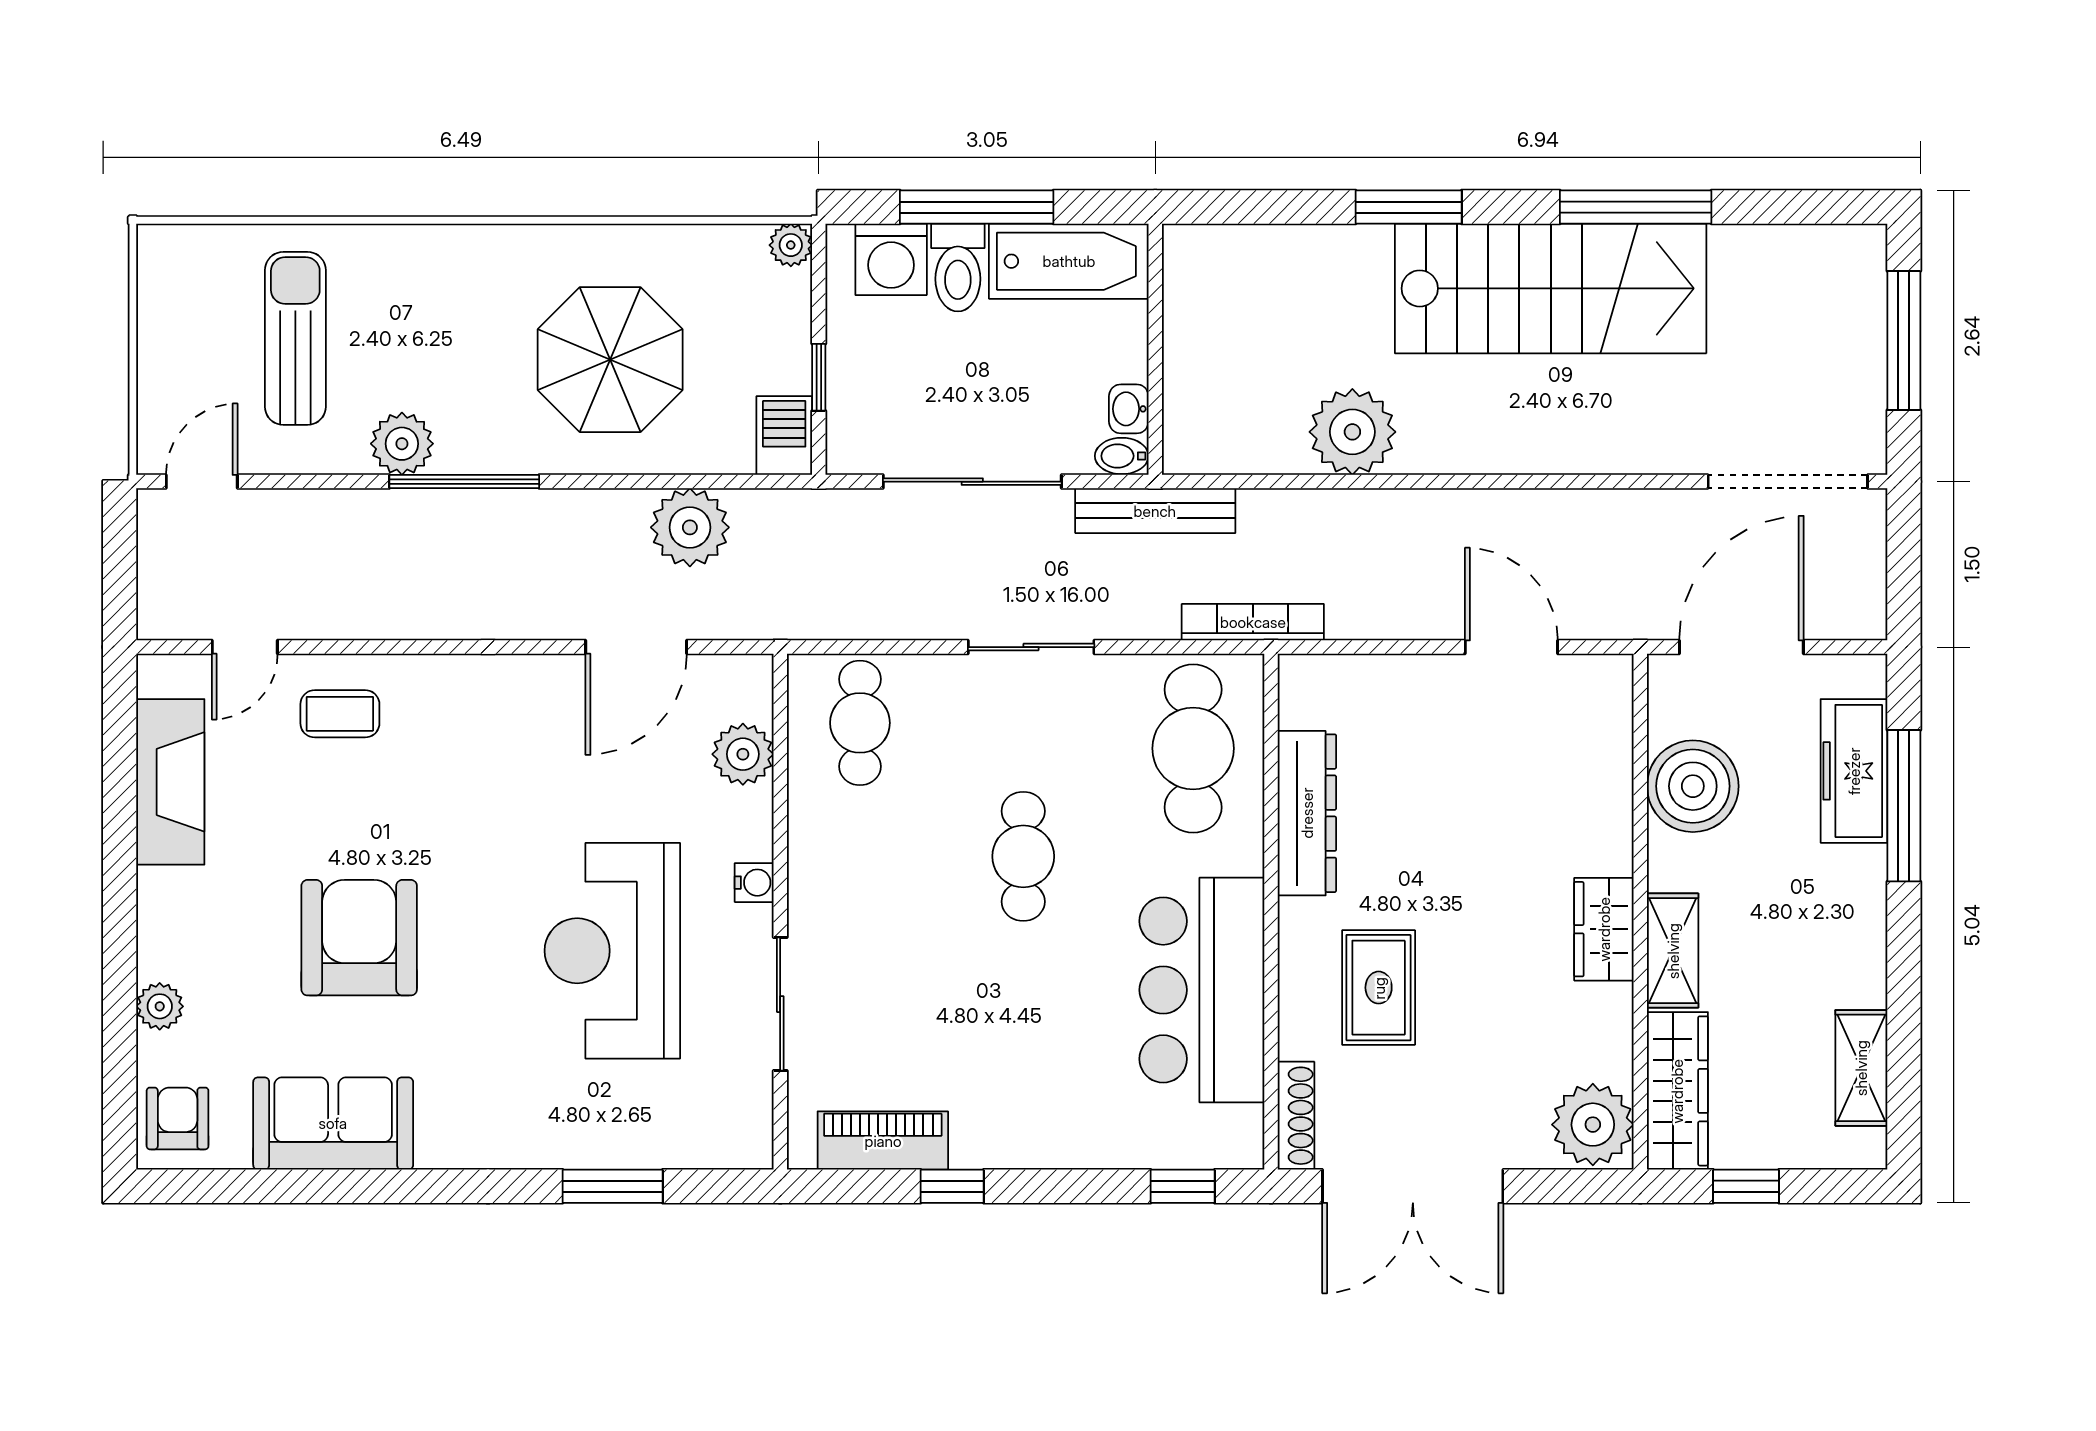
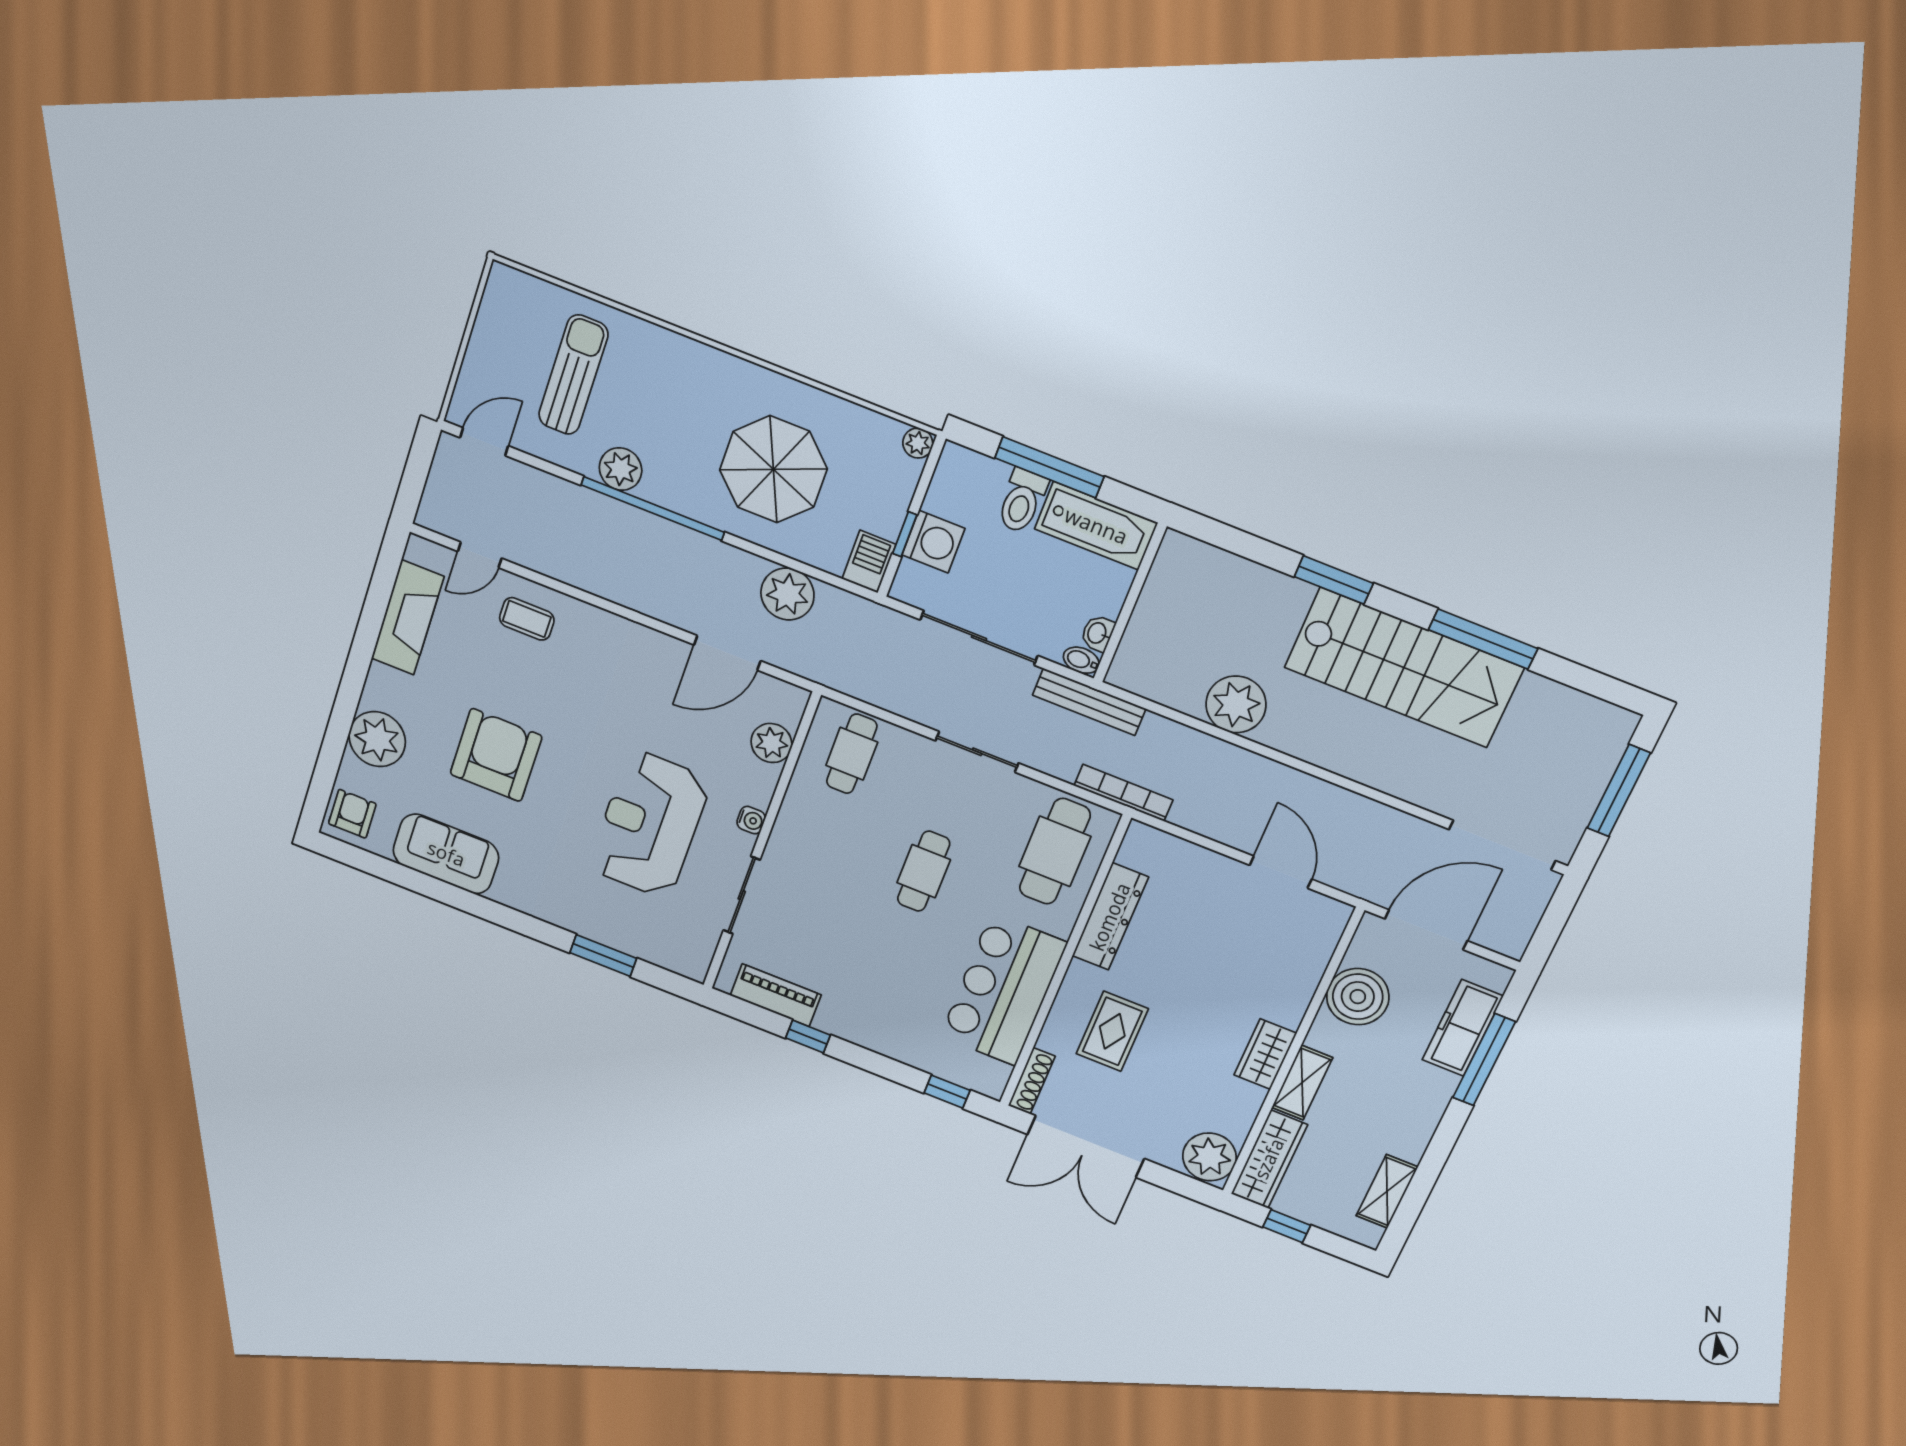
washing machine: (891, 259) -> (933, 542), moved, turned -90
window: (464, 482) -> (653, 509), width x1.46
plant: (160, 1006) -> (377, 739), width x1.88, depth x1.88

